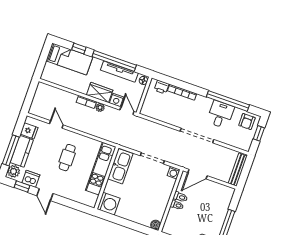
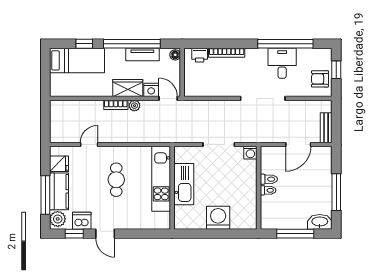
tv unit: (119, 72) -> (142, 54), width x0.71
armchair: (247, 122) -> (320, 79), moved, turned 90
door: (56, 124) -> (89, 144), hinge flipped
kitchen sink: (120, 166) -> (184, 184), moved
bench: (238, 170) -> (326, 128), width x0.73
door: (198, 174) -> (298, 144), moved
washing machine: (109, 204) -> (218, 218), moved, turned -90
boiler: (156, 225) -> (251, 223), removed

